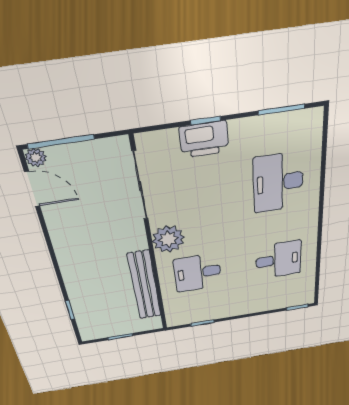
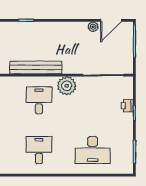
printer: (204, 139) -> (127, 106), width x0.53, depth x0.68
plant: (36, 157) -> (93, 27), moved
desk: (278, 183) -> (93, 150), turned 180
desk: (278, 260) -> (39, 150), turned 180

